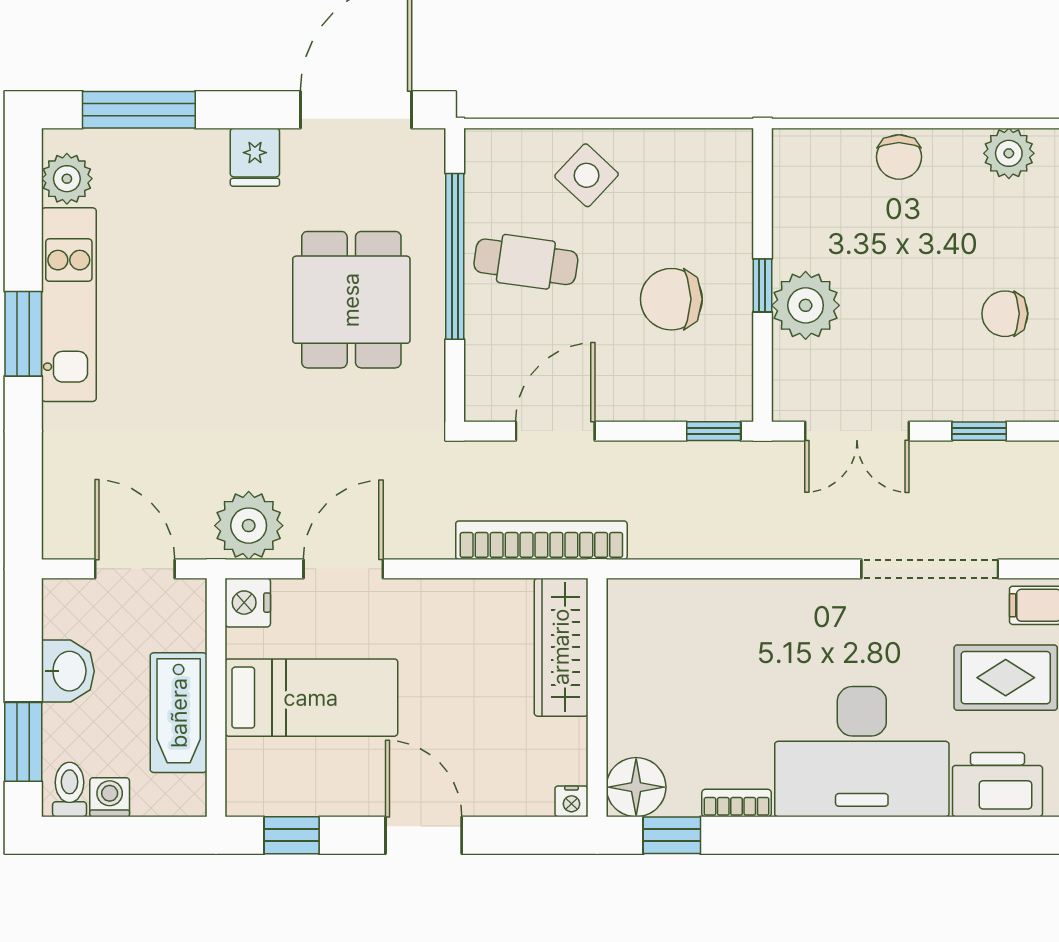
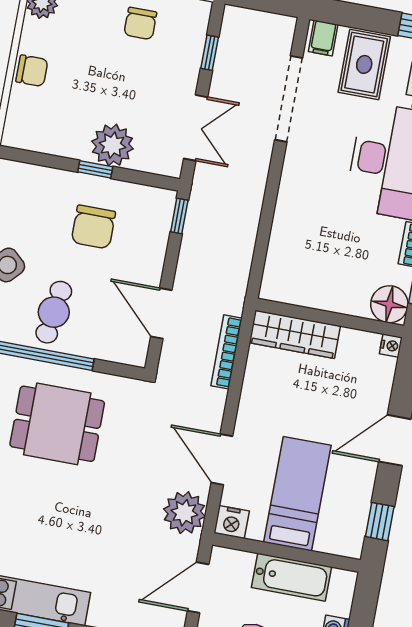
bookcase: (541, 540) -> (226, 352), width x0.68, depth x0.76

